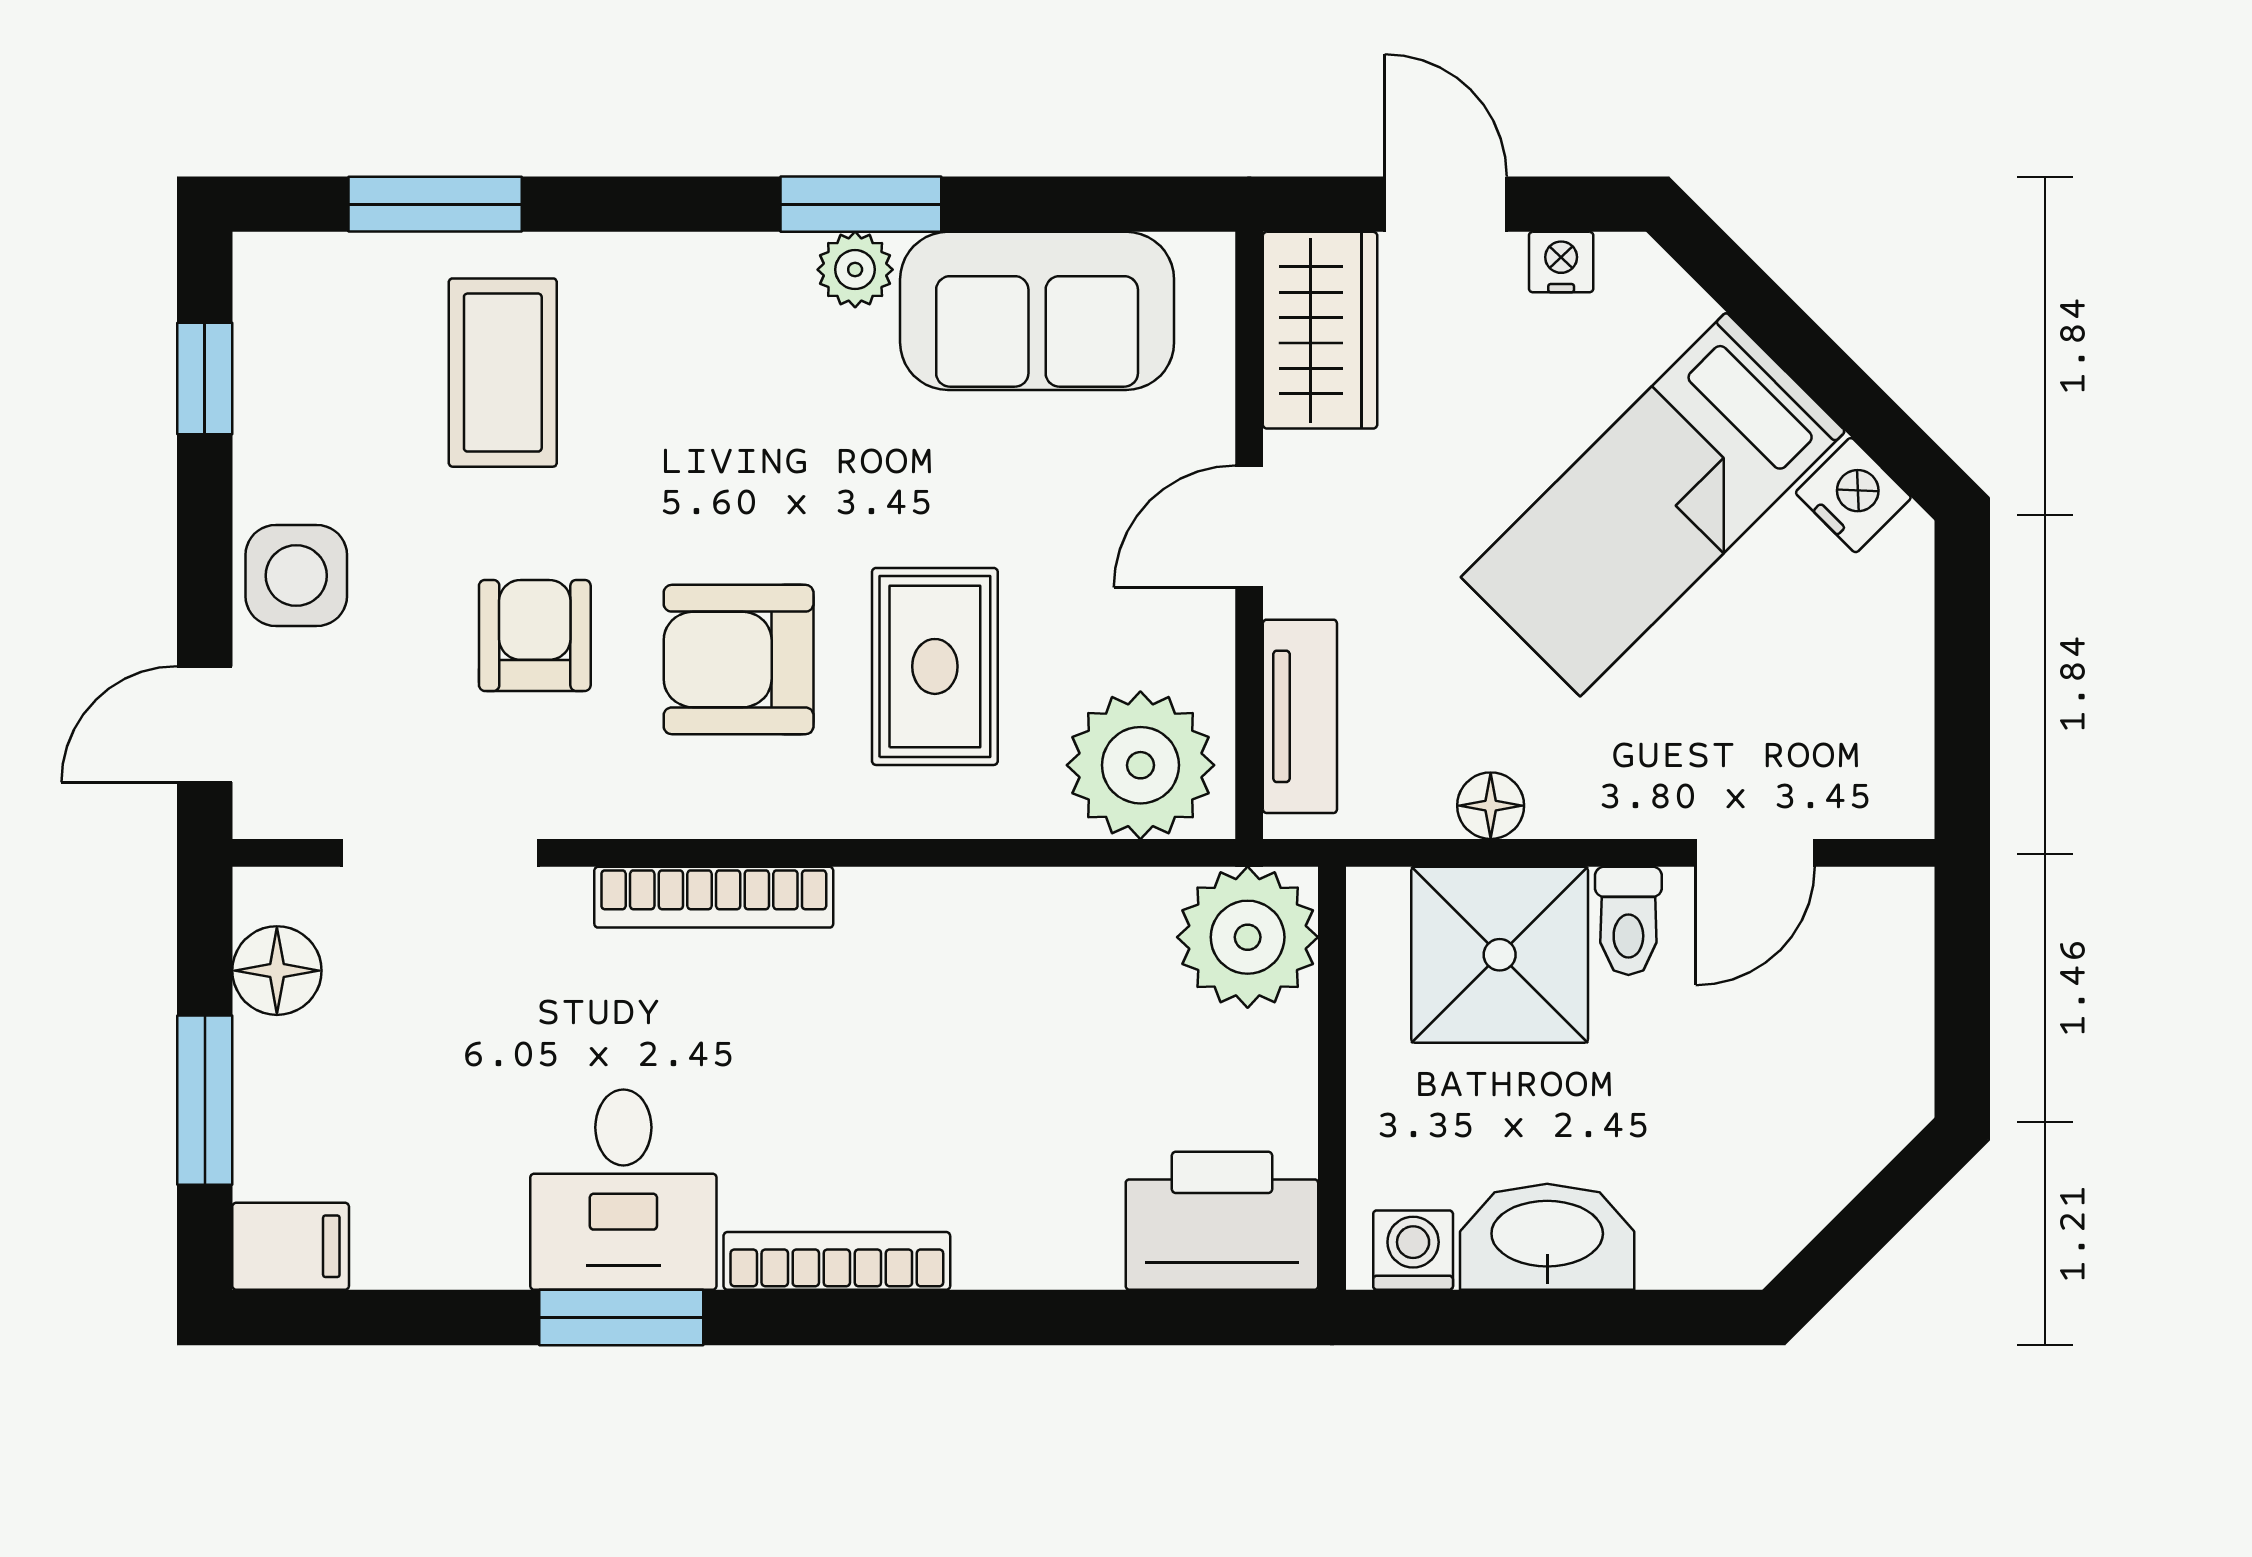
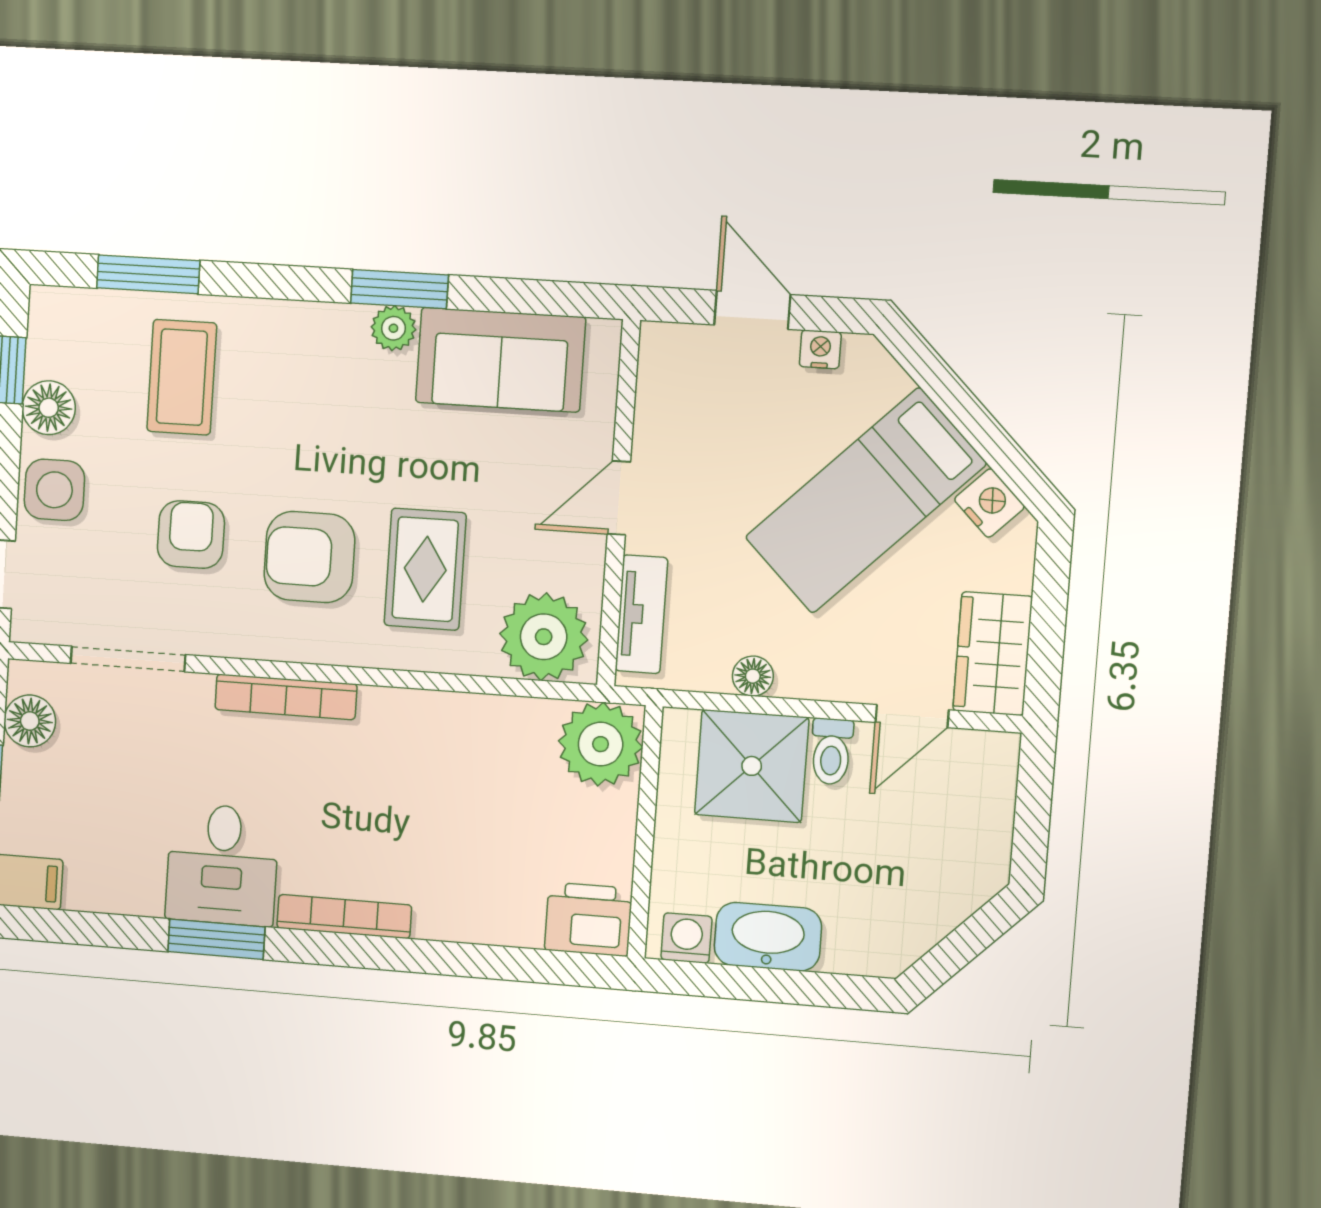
wardrobe: (1320, 330) -> (993, 654), moved, turned 180
floor lamp: (278, 438) -> (49, 408), added
printer: (1222, 1221) -> (588, 919), width x0.73, depth x0.84

